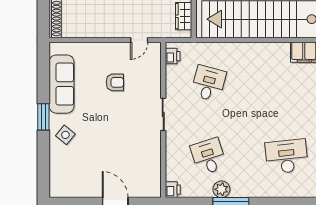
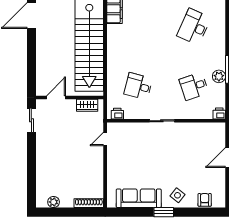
door: (139, 40) -> (105, 139), swing flipped
armchair: (115, 82) -> (205, 200), moved
desk: (287, 156) -> (194, 27), turned 30

